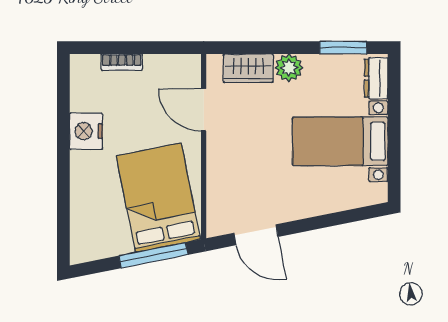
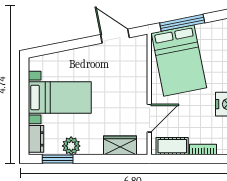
cot: (169, 67) -> (172, 146), added
plant: (289, 68) -> (71, 146), moved
door: (204, 110) -> (149, 118), hinge flipped

